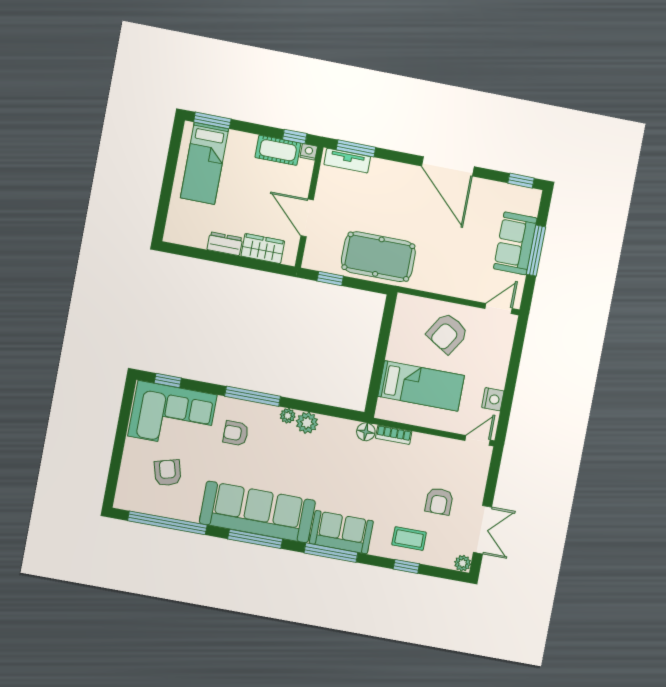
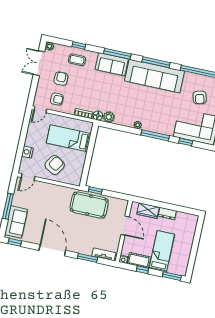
window: (295, 137) -> (142, 270), moved
window: (356, 148) -> (87, 258), moved
bed: (204, 163) -> (162, 251), moved
sofa: (515, 243) -> (16, 222), moved
window: (330, 278) -> (95, 190), moved
window: (168, 380) -> (186, 142), moved
nightstand: (493, 399) -> (27, 152), moved
plant: (307, 423) -> (109, 117), moved
armchair: (236, 433) -> (57, 99), moved

